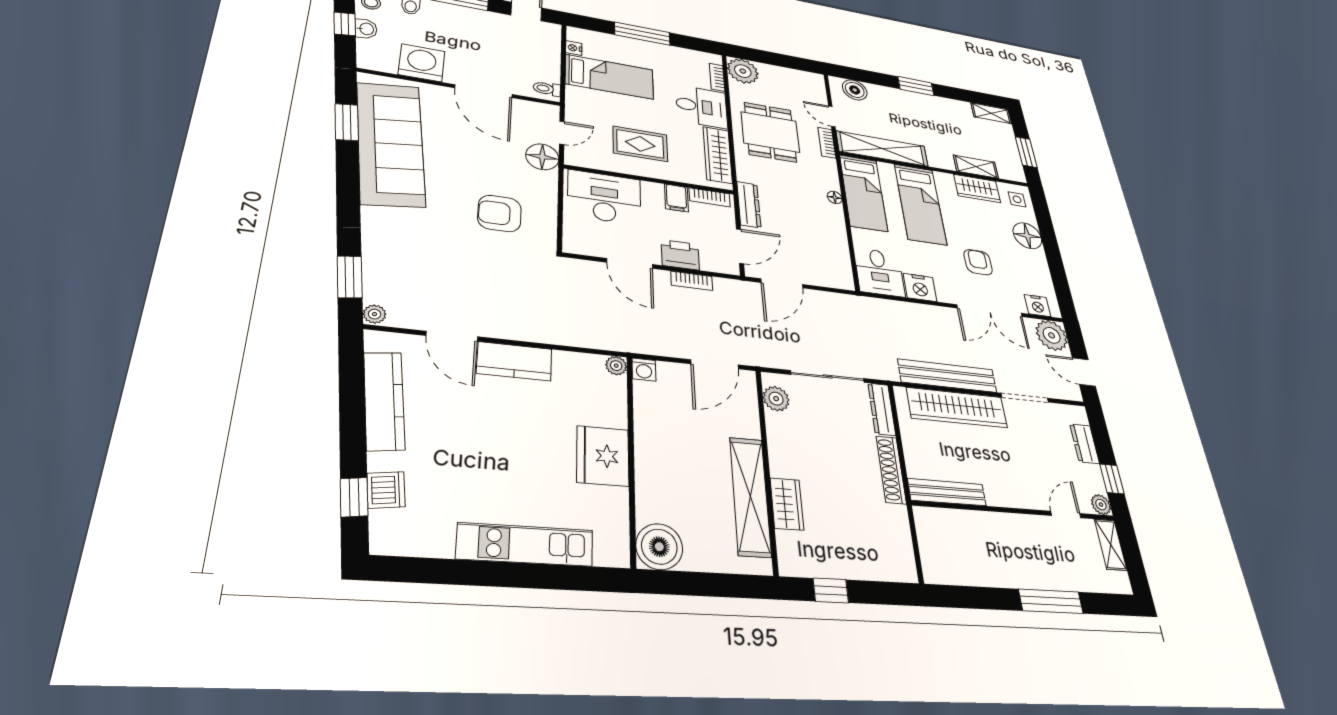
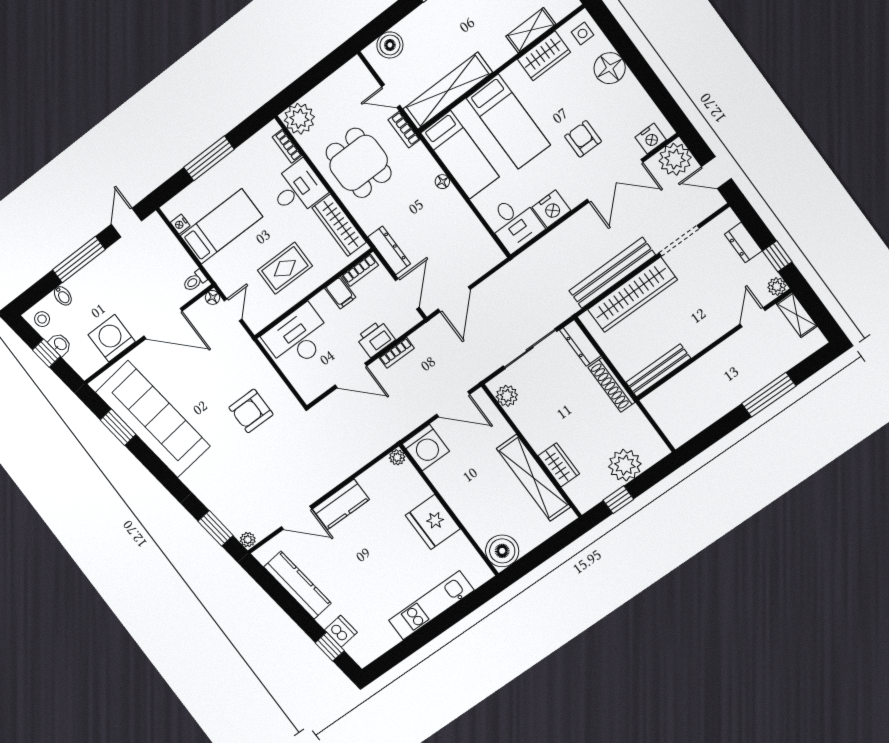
floor lamp: (542, 157) -> (212, 297), moved, width x0.53, depth x0.53
door: (715, 364) -> (453, 404), hinge flipped
washing machine: (644, 370) -> (426, 448), width x1.89, depth x1.89
plant: (860, 559) -> (625, 465), added

